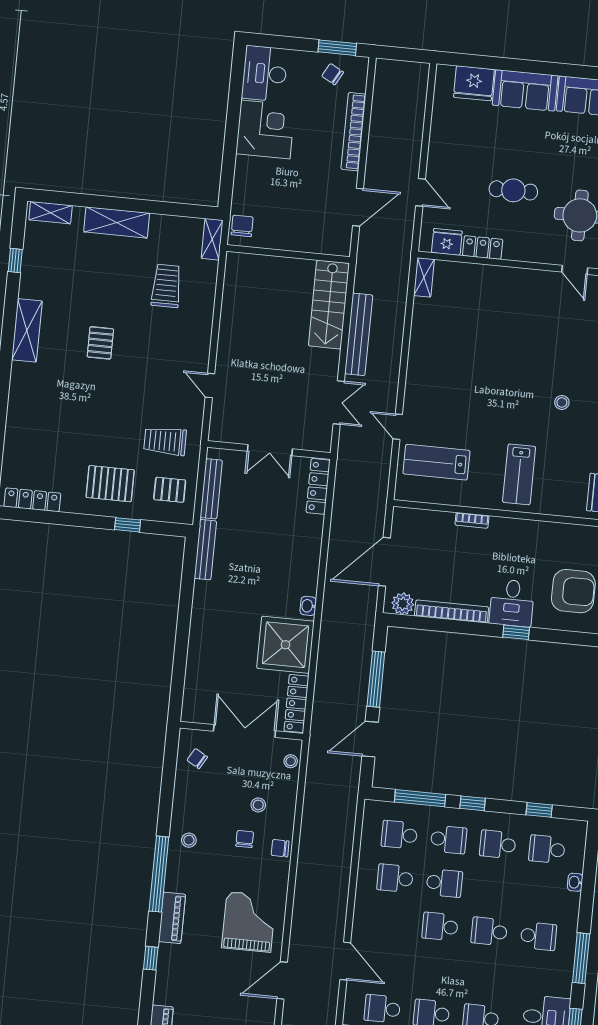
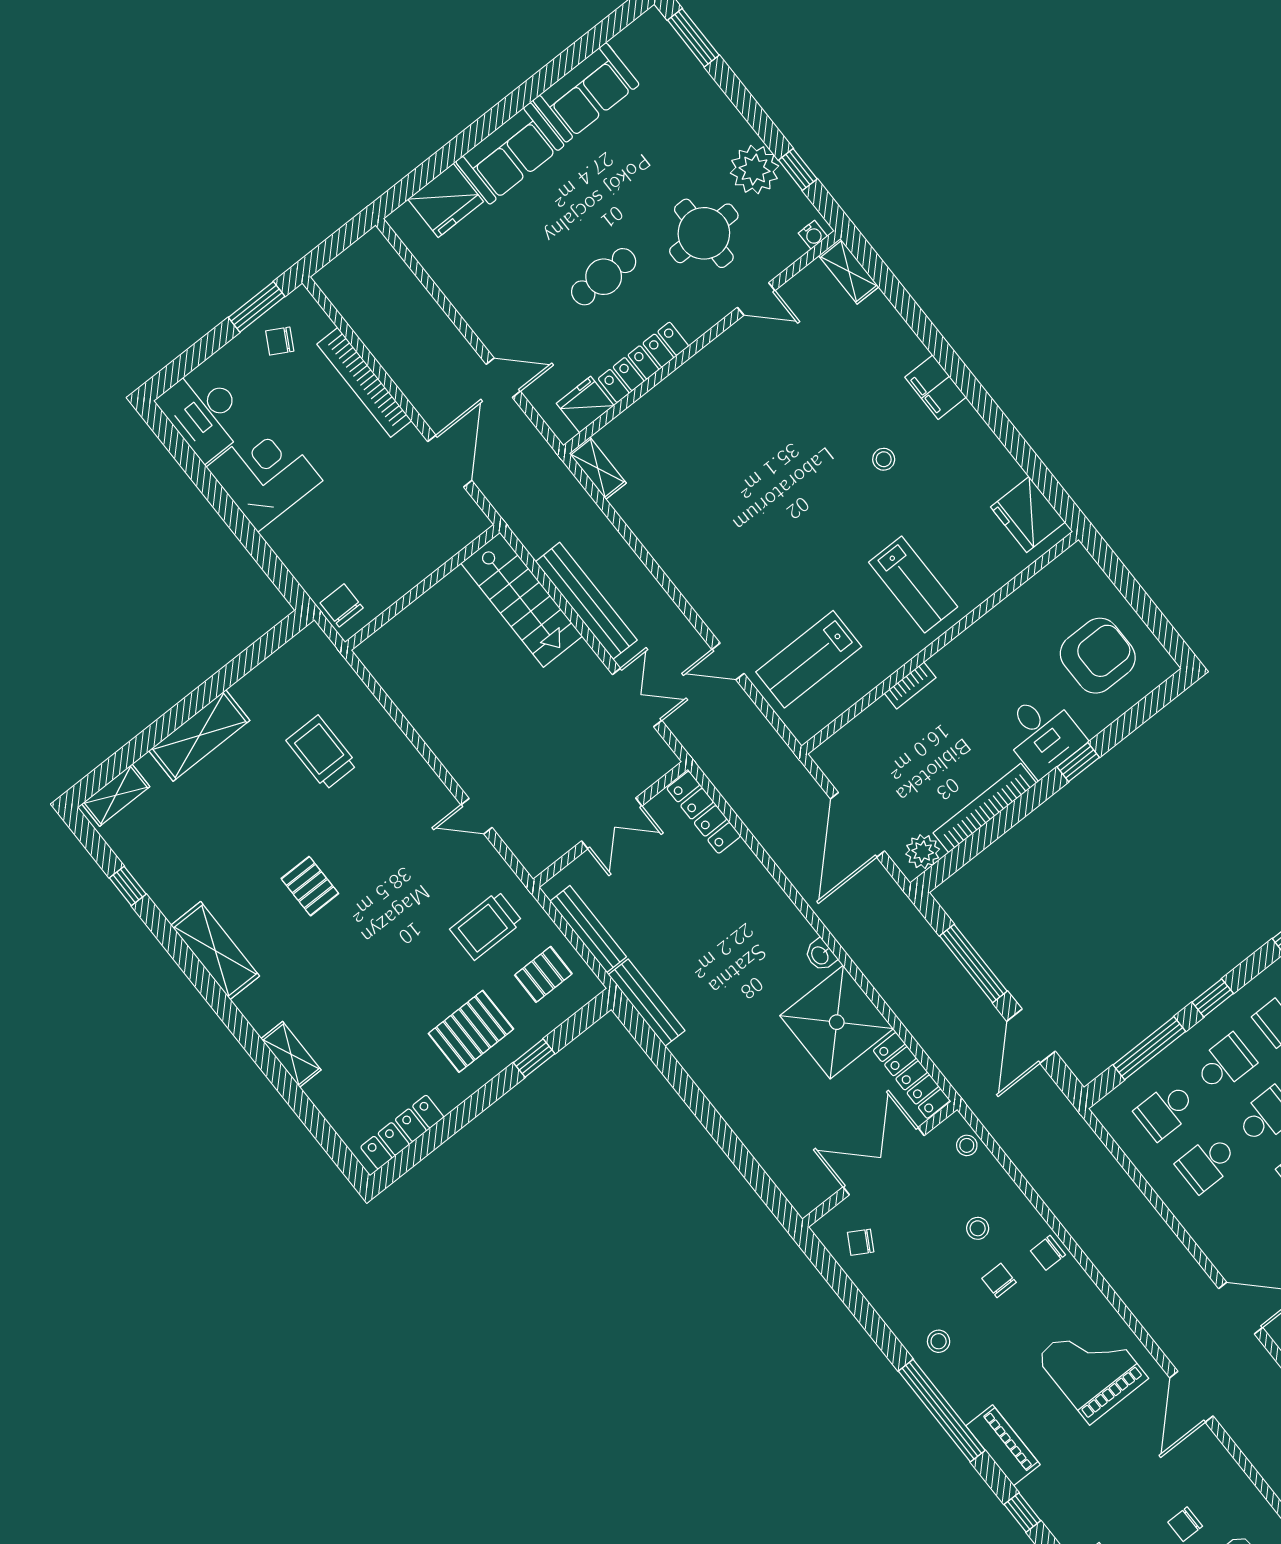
shelving: (212, 239) -> (291, 1054), moved
locker: (483, 247) -> (643, 362), width x1.53

